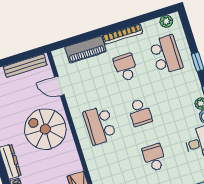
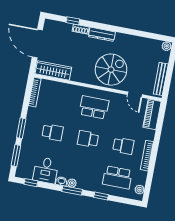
piano: (85, 49) -> (152, 114), moved
door: (59, 86) -> (135, 95), swing flipped

